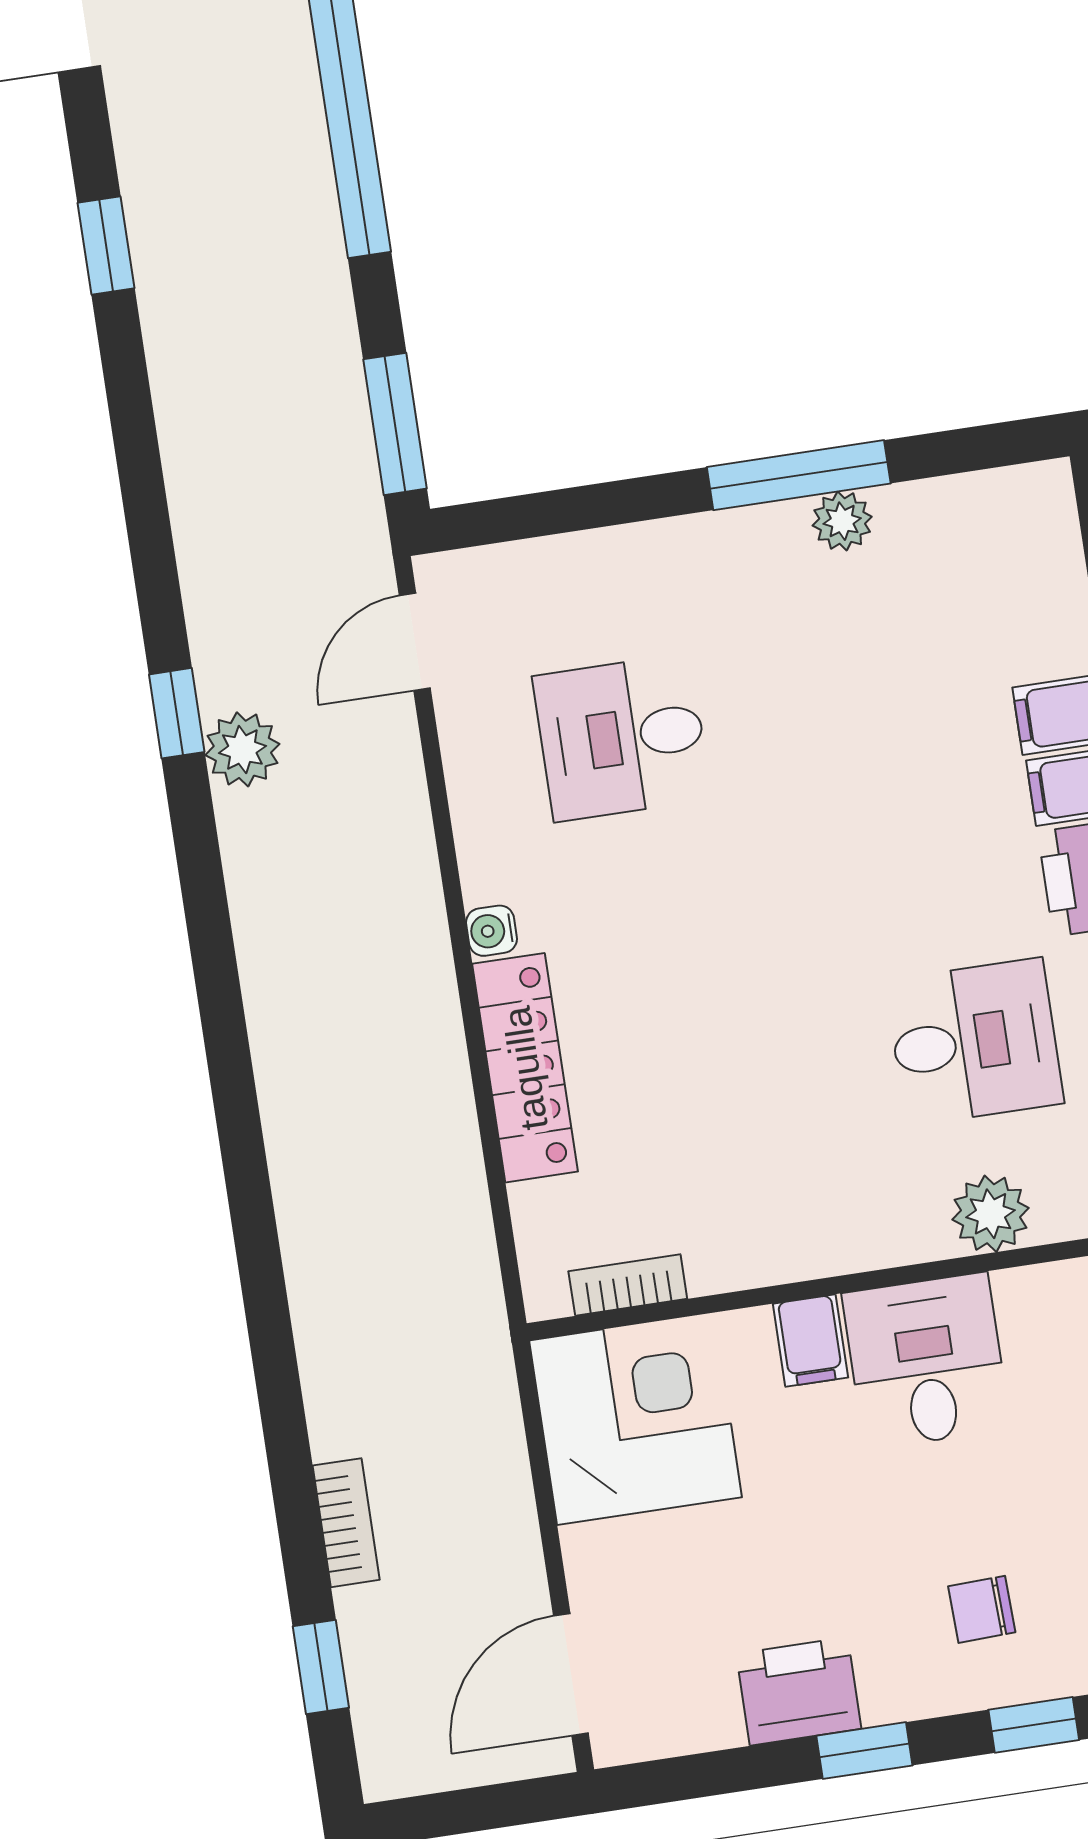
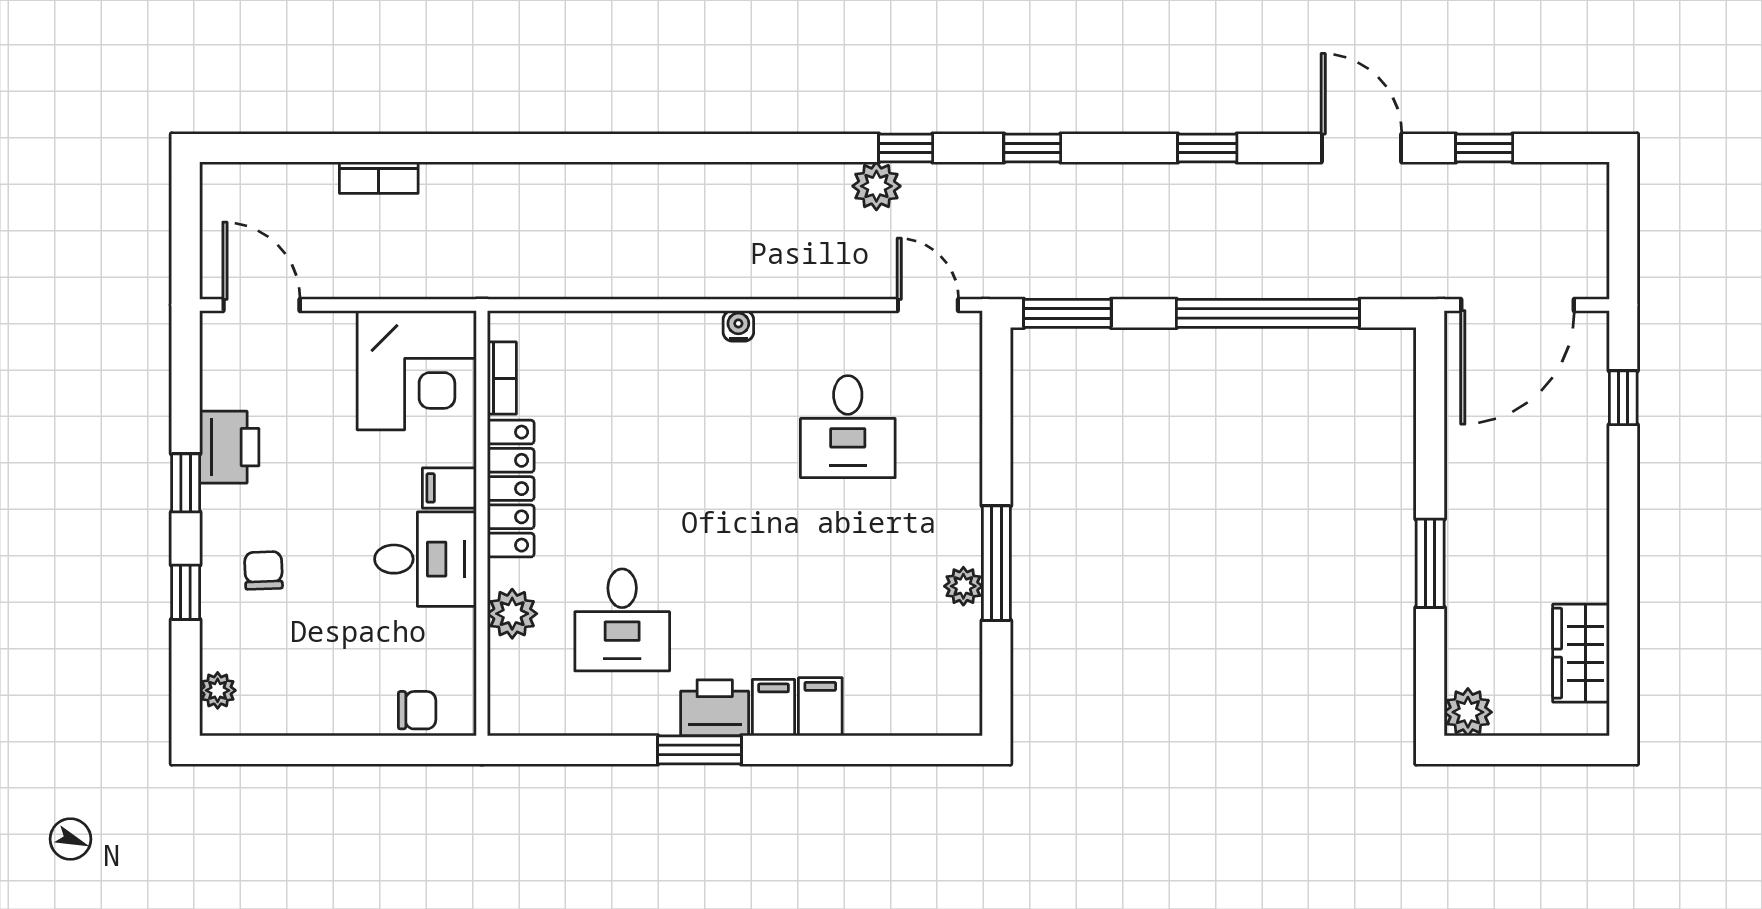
desk: (622, 738) -> (848, 427), turned 180
locker: (525, 1068) -> (511, 489), moved, turned -90
window: (321, 1667) -> (1032, 148), moved

